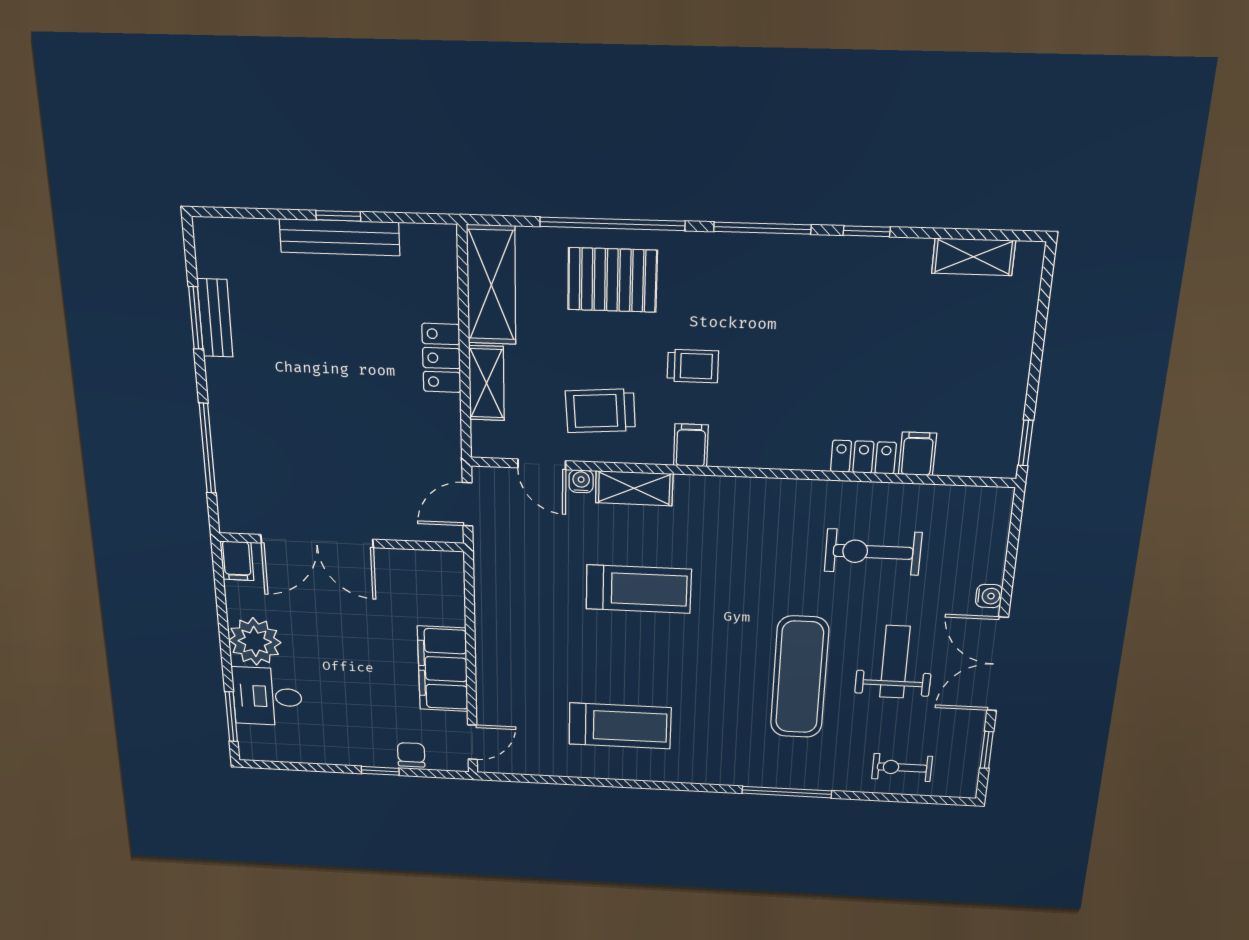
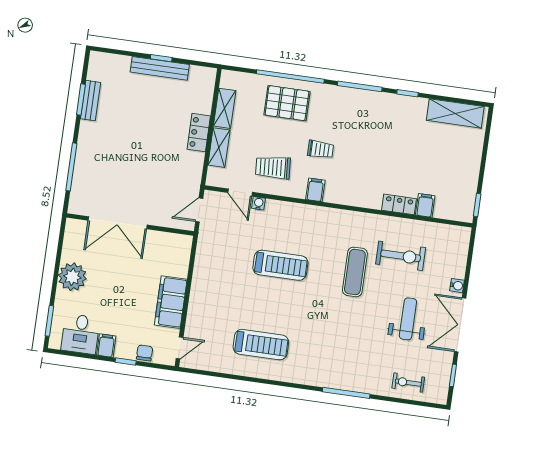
shelving: (974, 257) -> (455, 113), width x1.50, depth x1.33
shelving: (491, 285) -> (225, 108), width x0.67, depth x0.75
shelving: (634, 488) -> (285, 210), removed
exercise bike: (873, 552) -> (401, 256), turned 180
filing cabinet: (237, 561) -> (106, 346), moved, turned 180
exercise mat: (800, 677) -> (355, 272), moved, width x0.73, depth x0.69
desk: (267, 696) -> (80, 334), moved, turned -90

